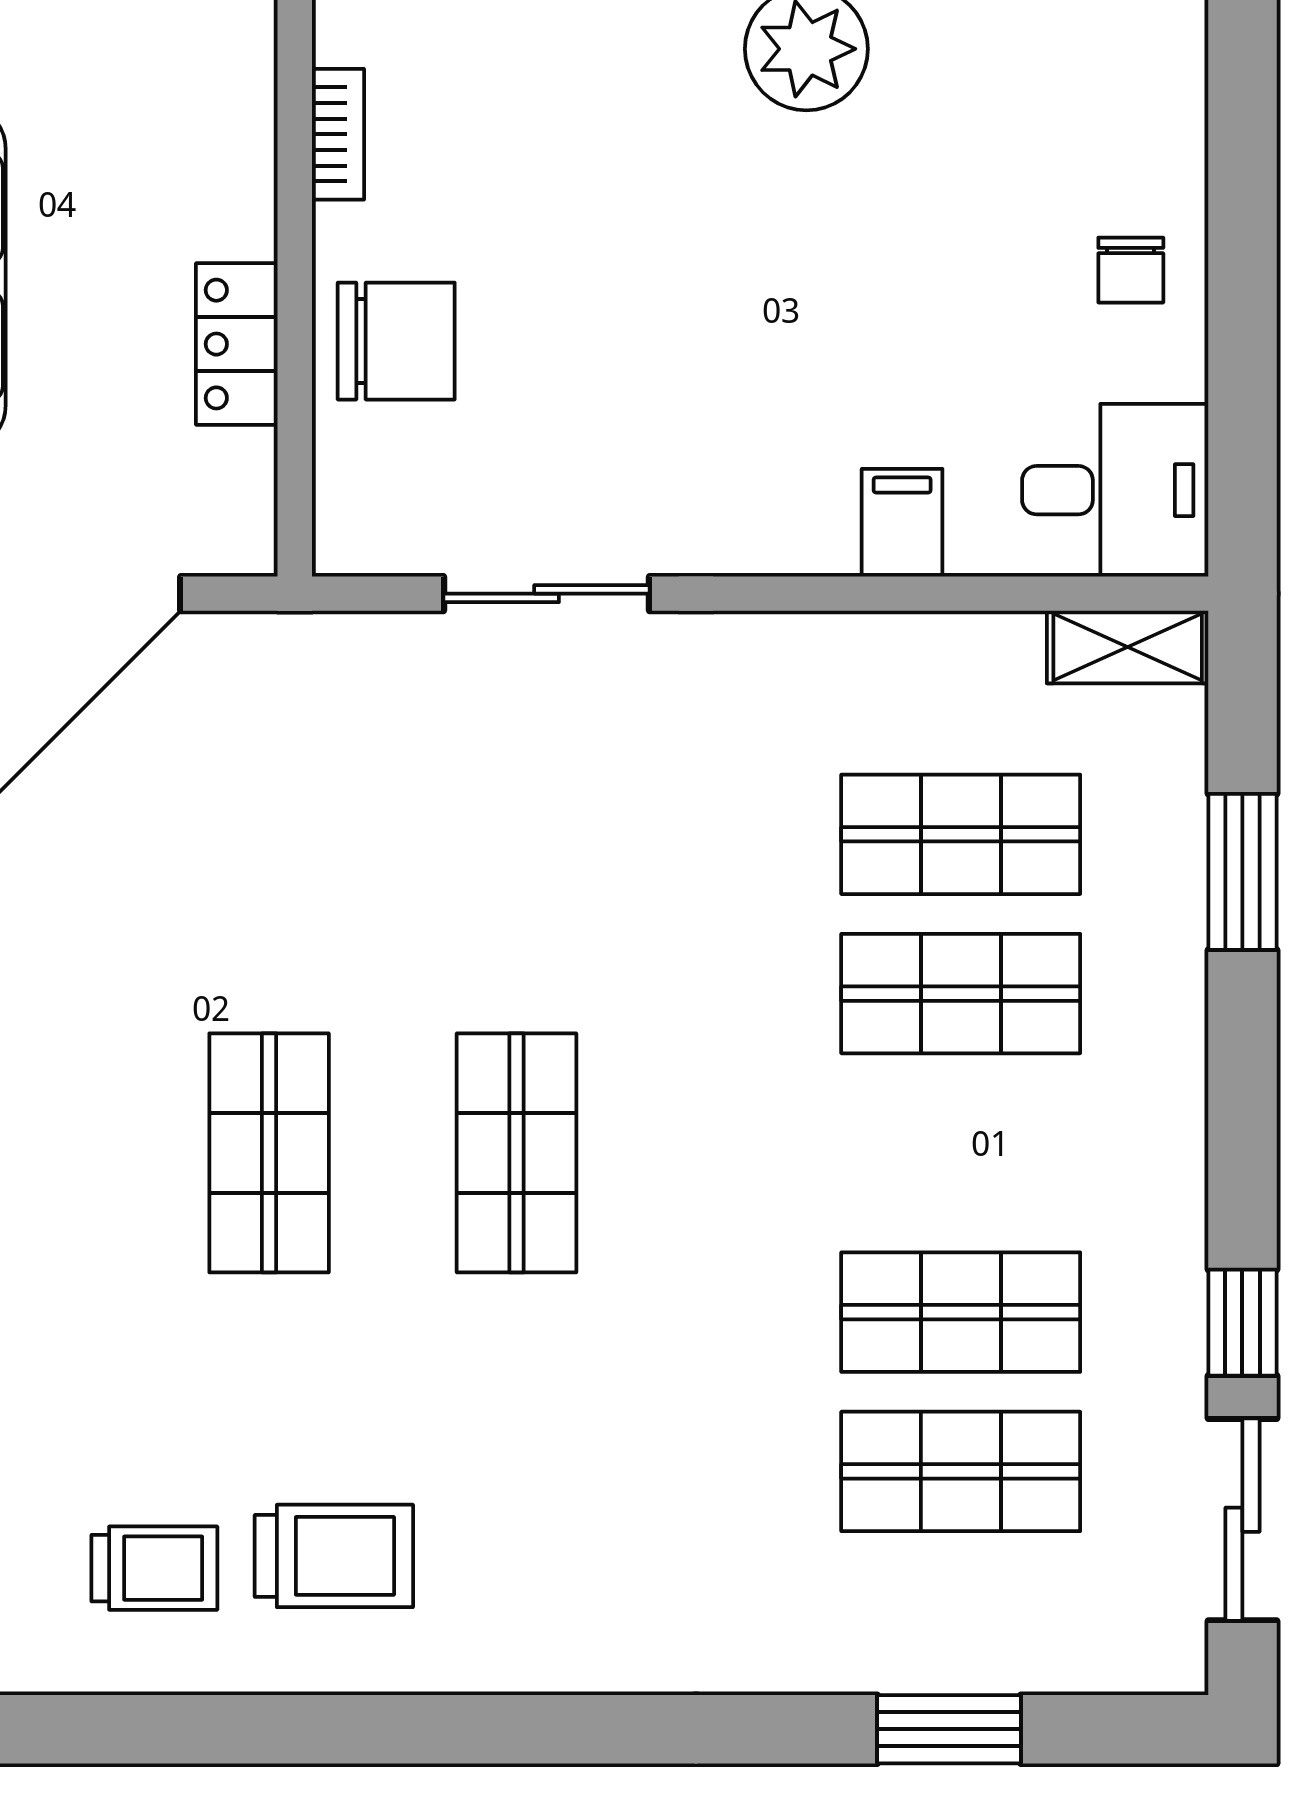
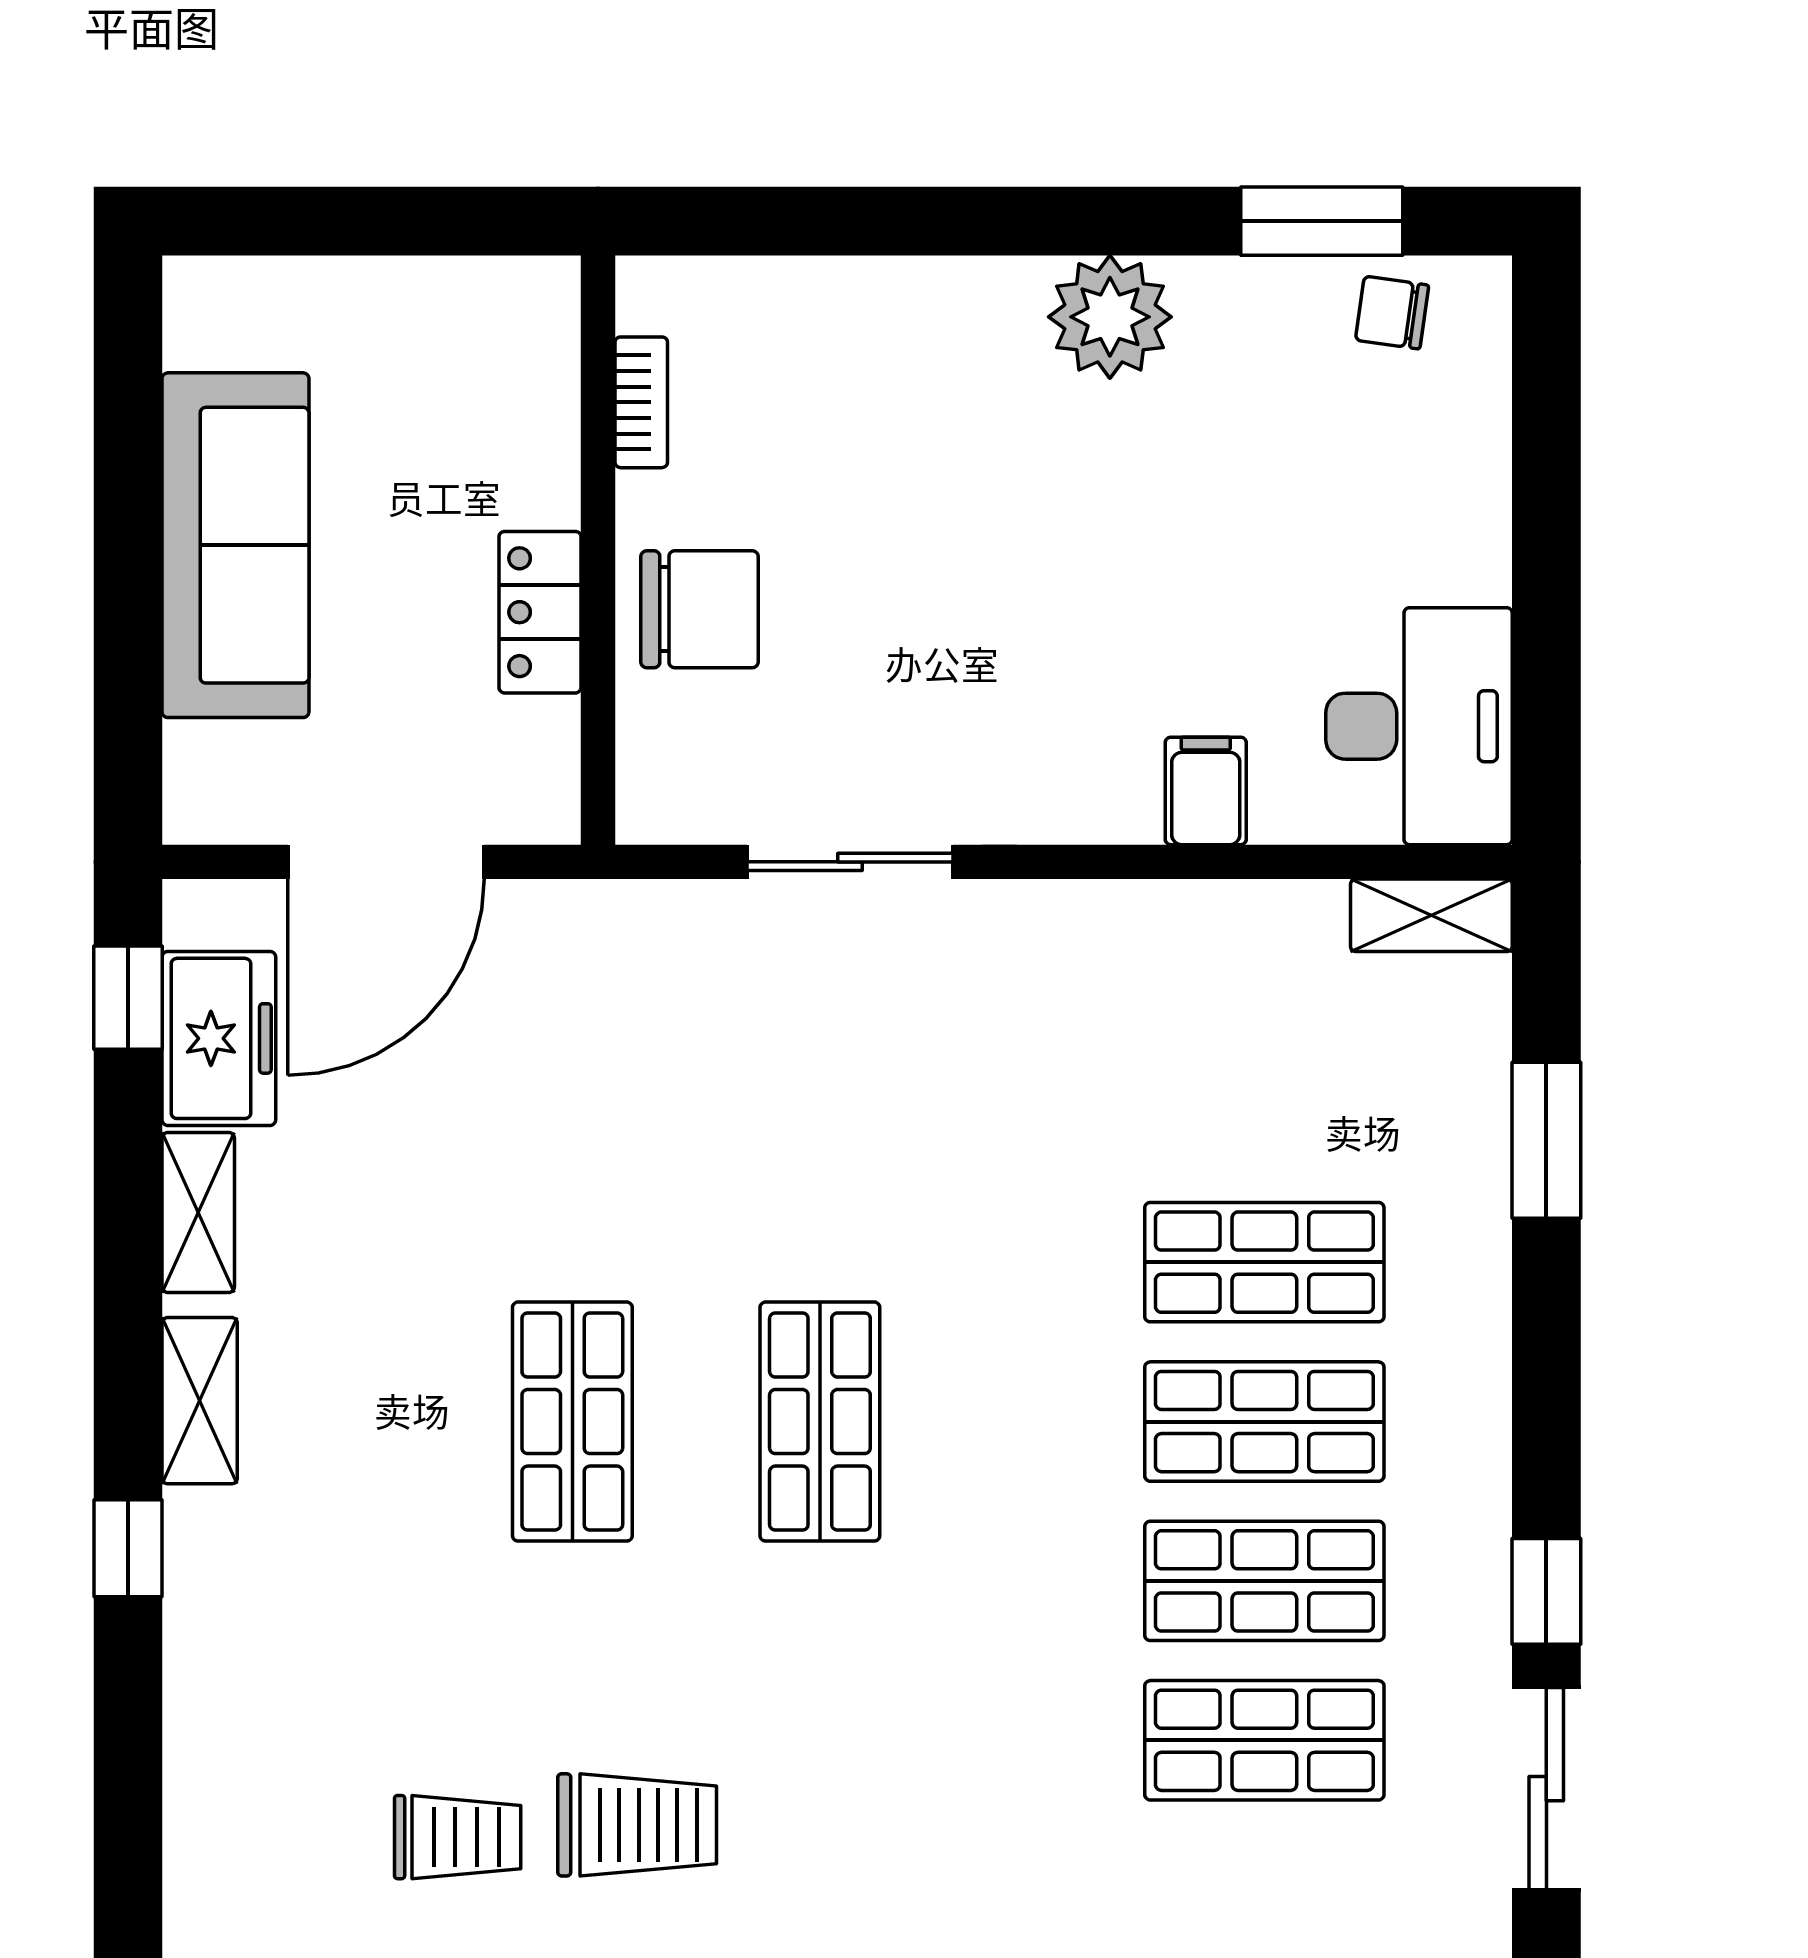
chair: (1131, 270) -> (1392, 313), moved, turned 98
desk: (1115, 490) -> (1419, 726), width x1.37
shop shelf: (961, 834) -> (1264, 1422), moved

